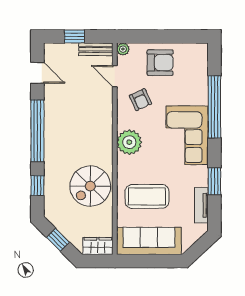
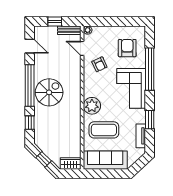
armchair: (160, 63) -> (127, 48), moved, turned -90
plant: (129, 142) -> (92, 106), moved
spiral stairs: (90, 186) -> (49, 92), moved, turned 180

